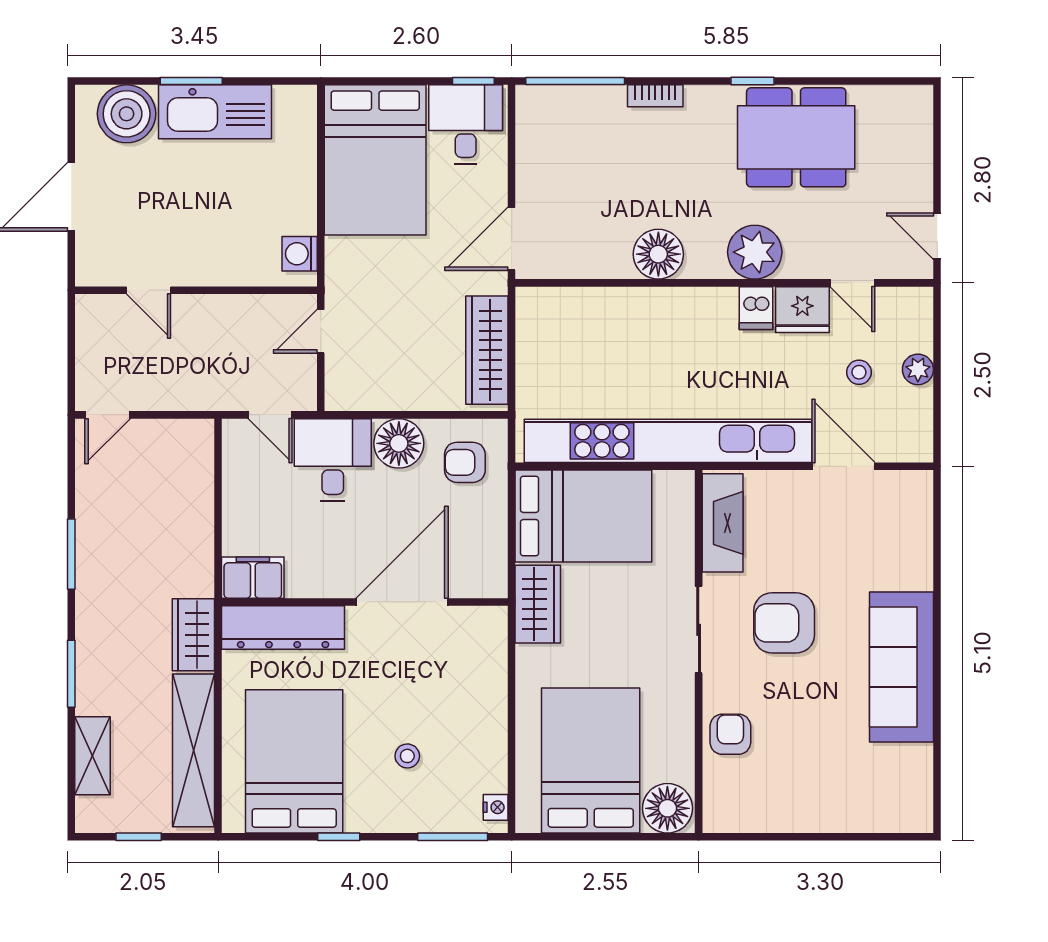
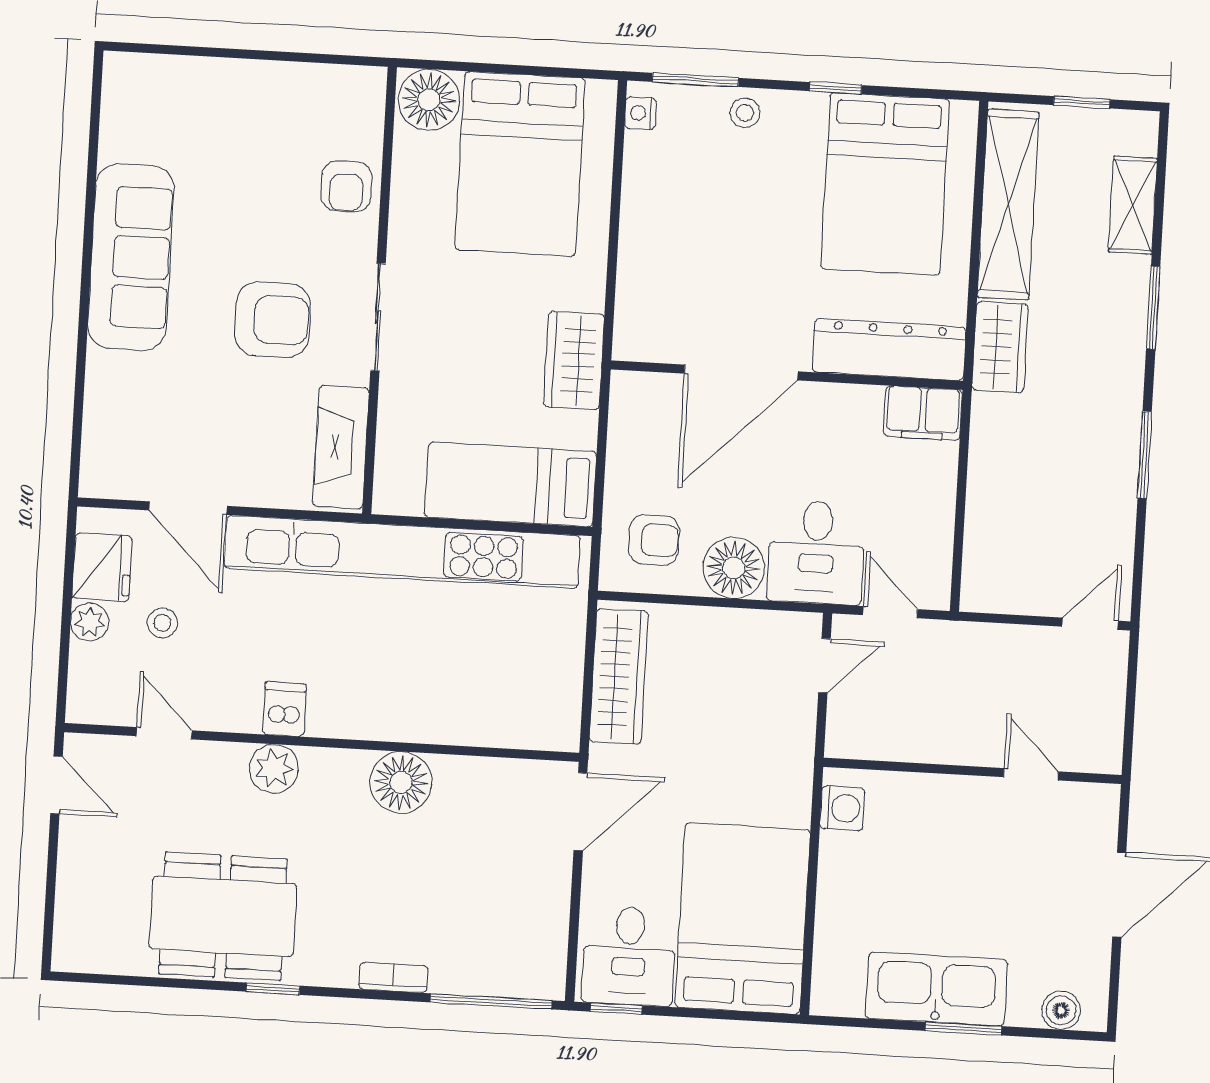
boiler: (127, 114) -> (1061, 1010), width x0.54, depth x0.54
plant: (755, 252) -> (274, 769), width x0.73, depth x0.73
fridge: (802, 310) -> (102, 567), moved, turned 90
door: (321, 331) -> (824, 666), moved
bed: (583, 516) -> (511, 484), width x0.67
stool: (407, 756) -> (745, 113), moved

